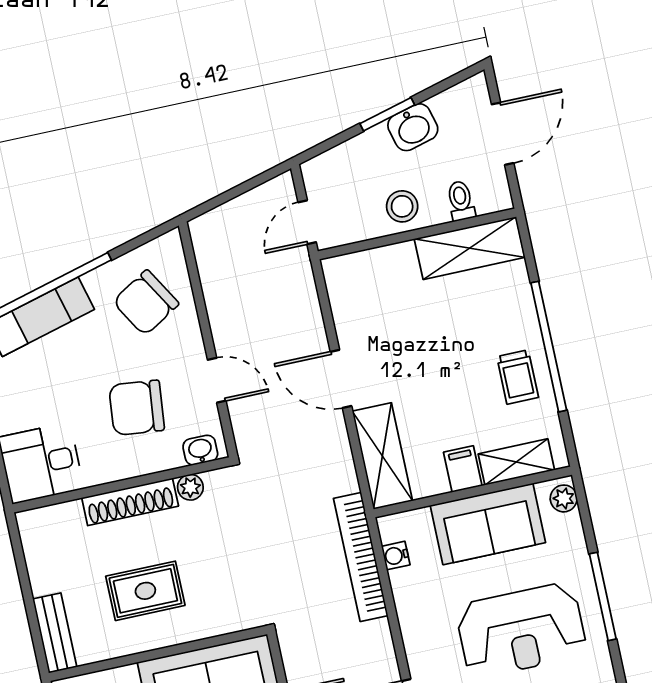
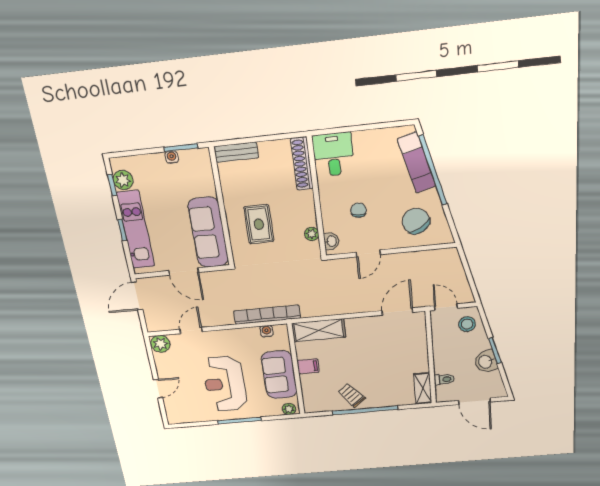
stool: (402, 206) -> (467, 324), moved
shelving: (470, 248) -> (423, 388), width x0.67, depth x0.75
trolley: (518, 377) -> (352, 395), turned 51
door: (341, 379) -> (397, 312), moved
chair: (137, 408) -> (358, 210), width x0.54, depth x0.54
shelving: (516, 462) -> (309, 390), removed
shoe rack: (130, 502) -> (302, 164), moved
rug: (145, 591) -> (259, 224), moved

